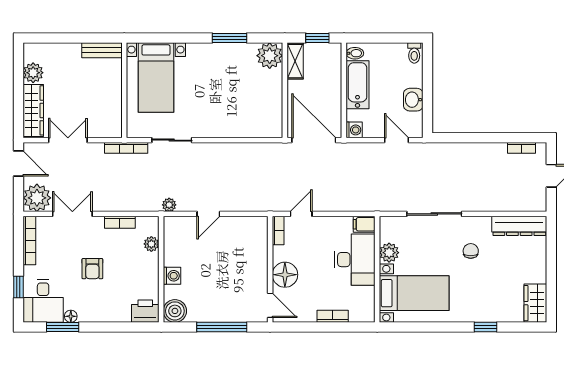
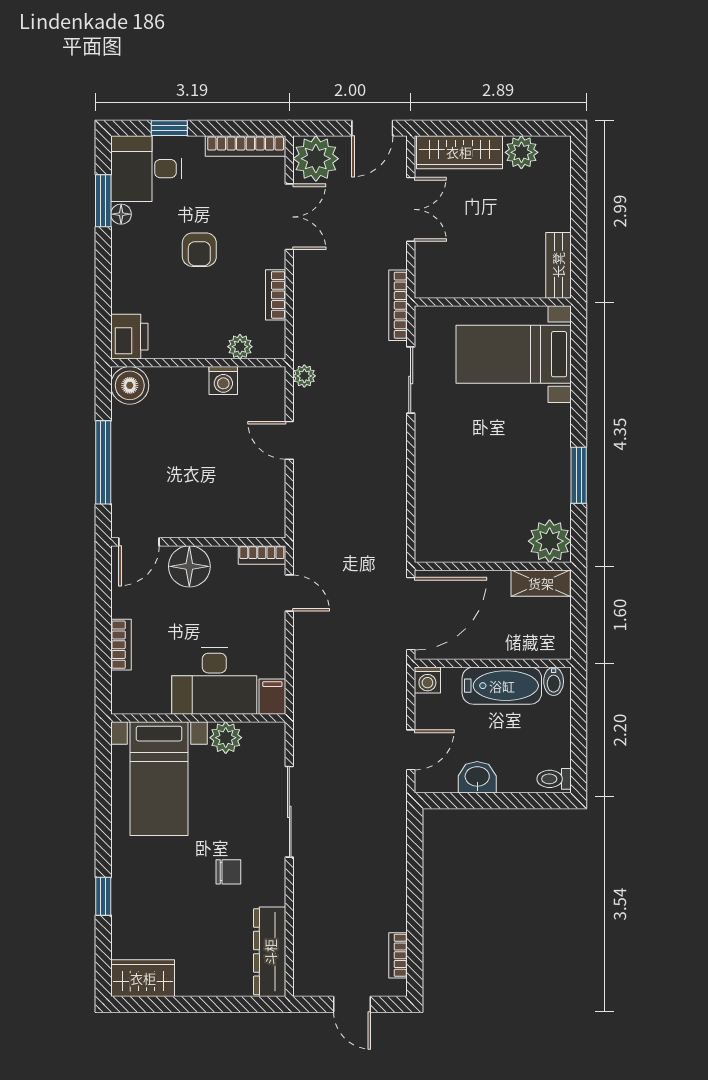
window: (317, 38) -> (579, 620), removed
armchair: (92, 269) -> (199, 250), turned -90
washing machine: (172, 276) -> (223, 381), moved

